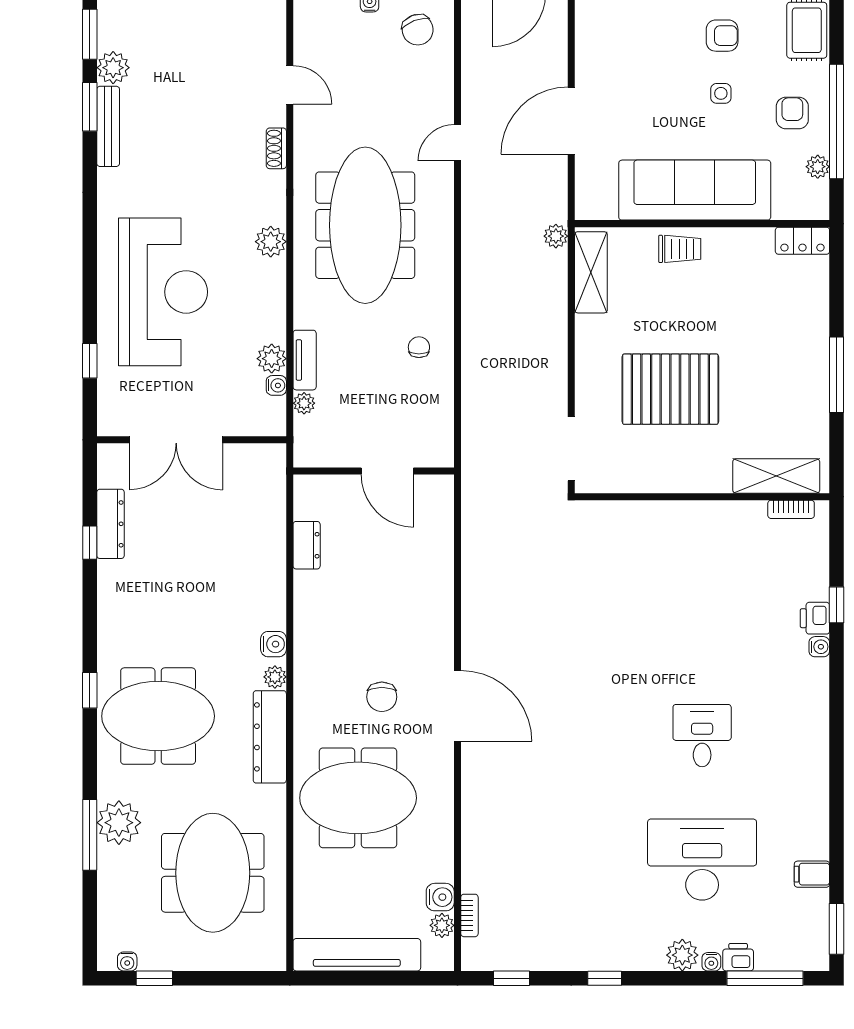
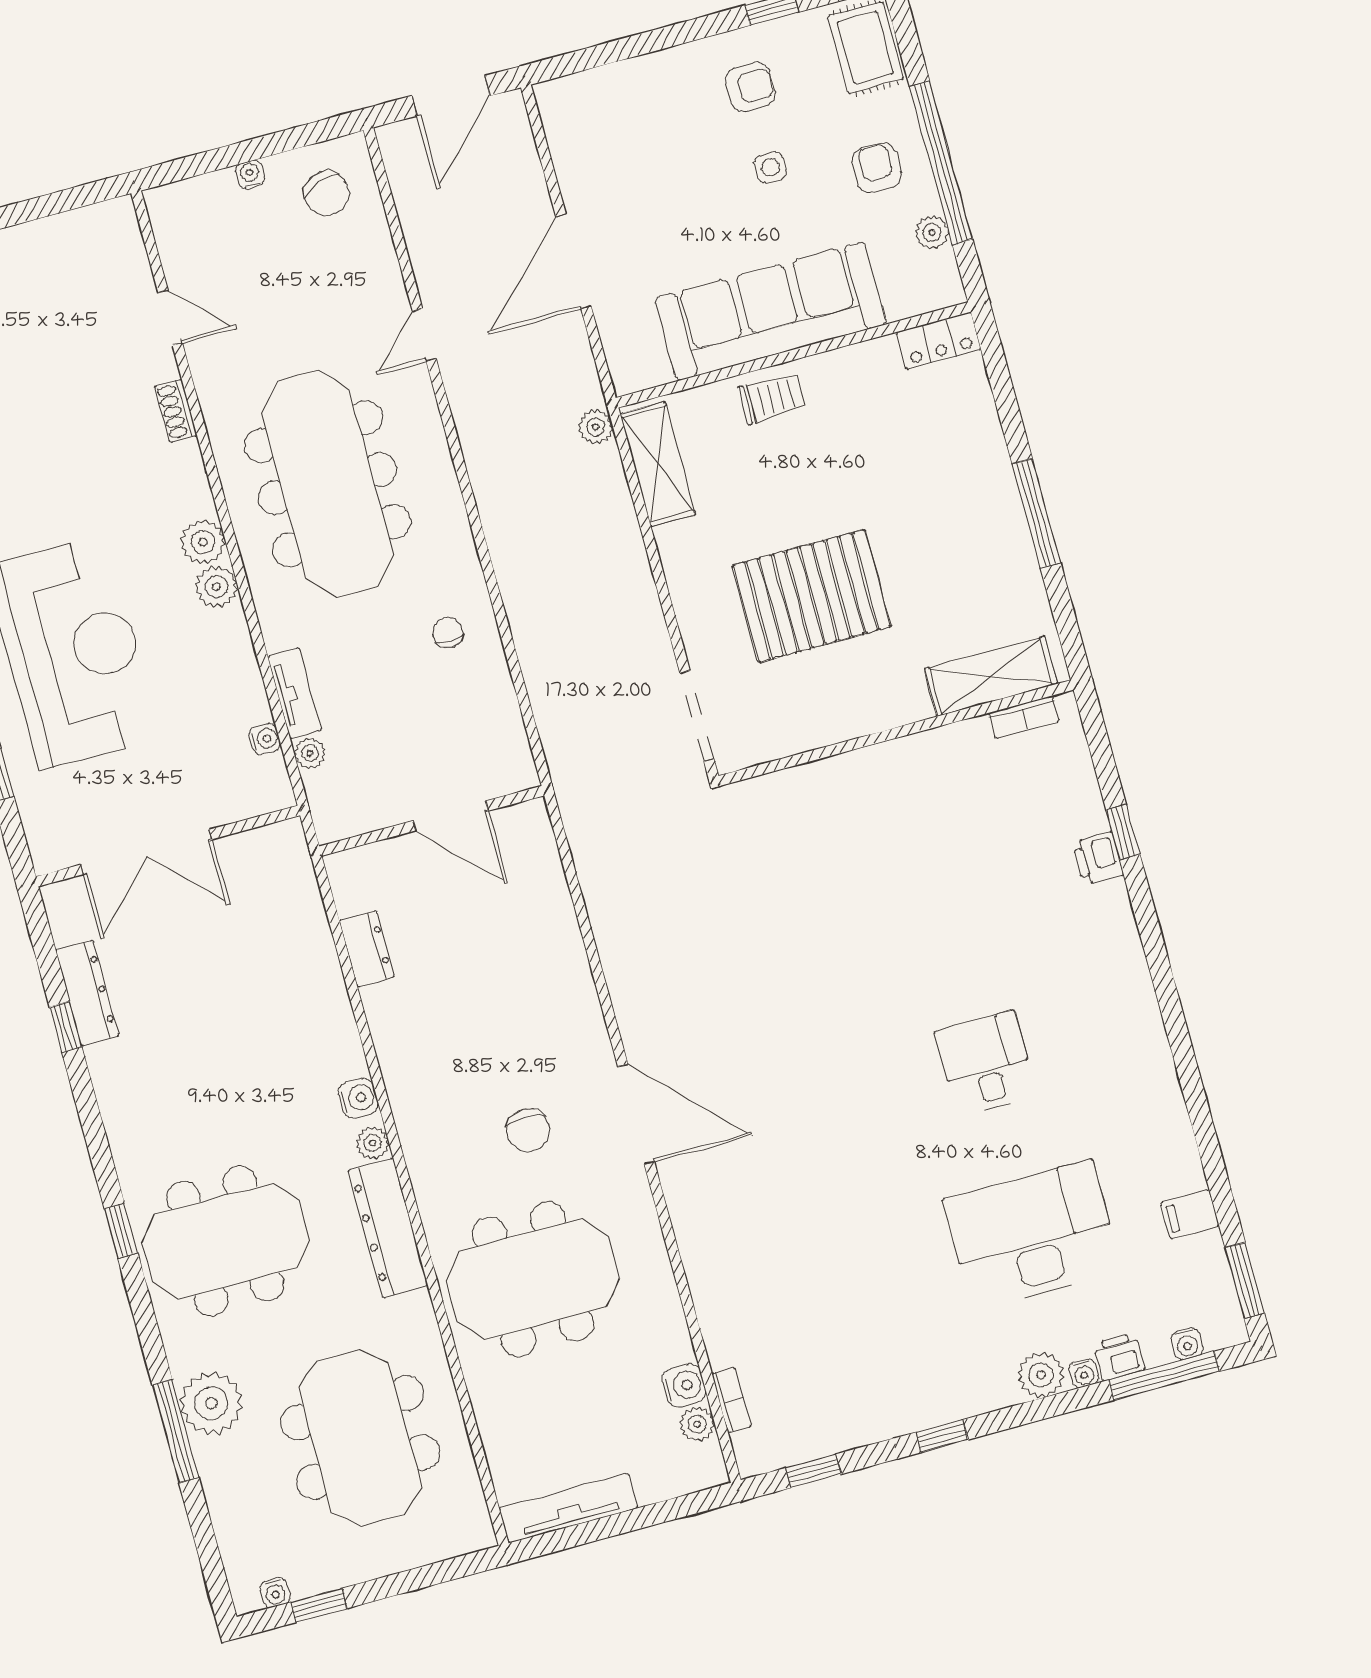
plant: (272, 359) -> (216, 587), moved
water cooler: (819, 647) -> (1187, 1344), moved, turned 90
tv unit: (357, 955) -> (568, 1508), width x0.73, depth x0.78

